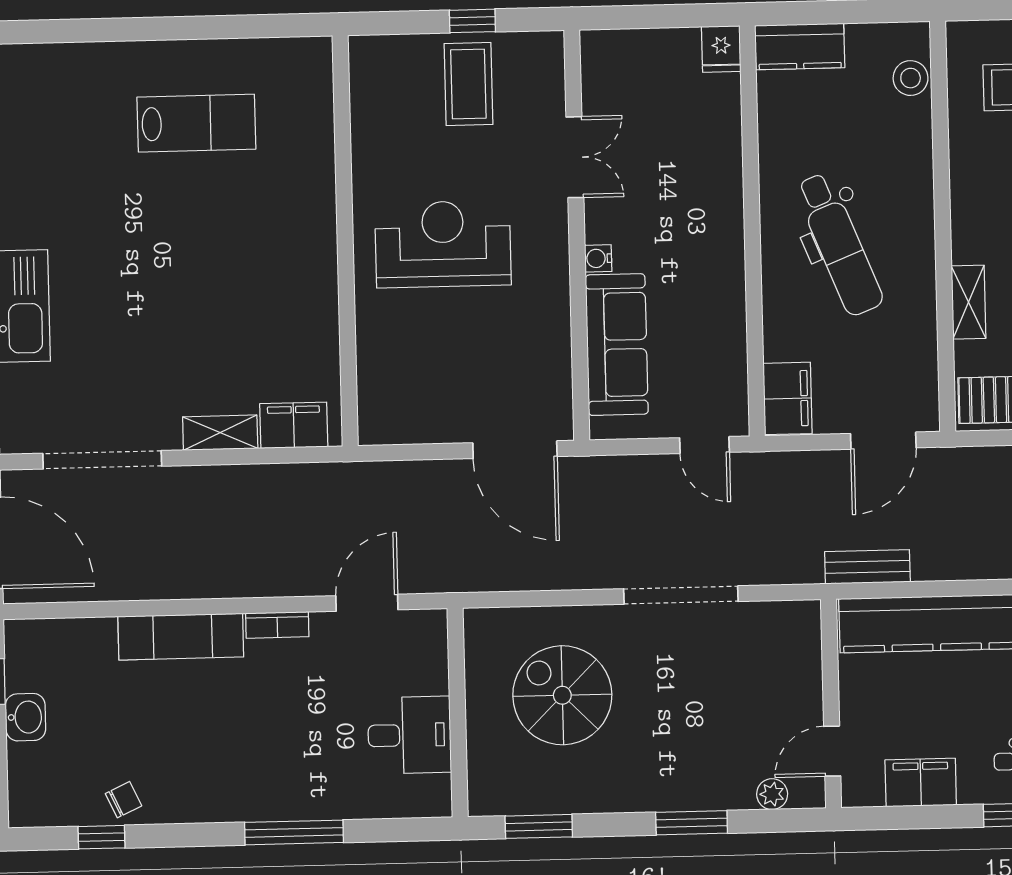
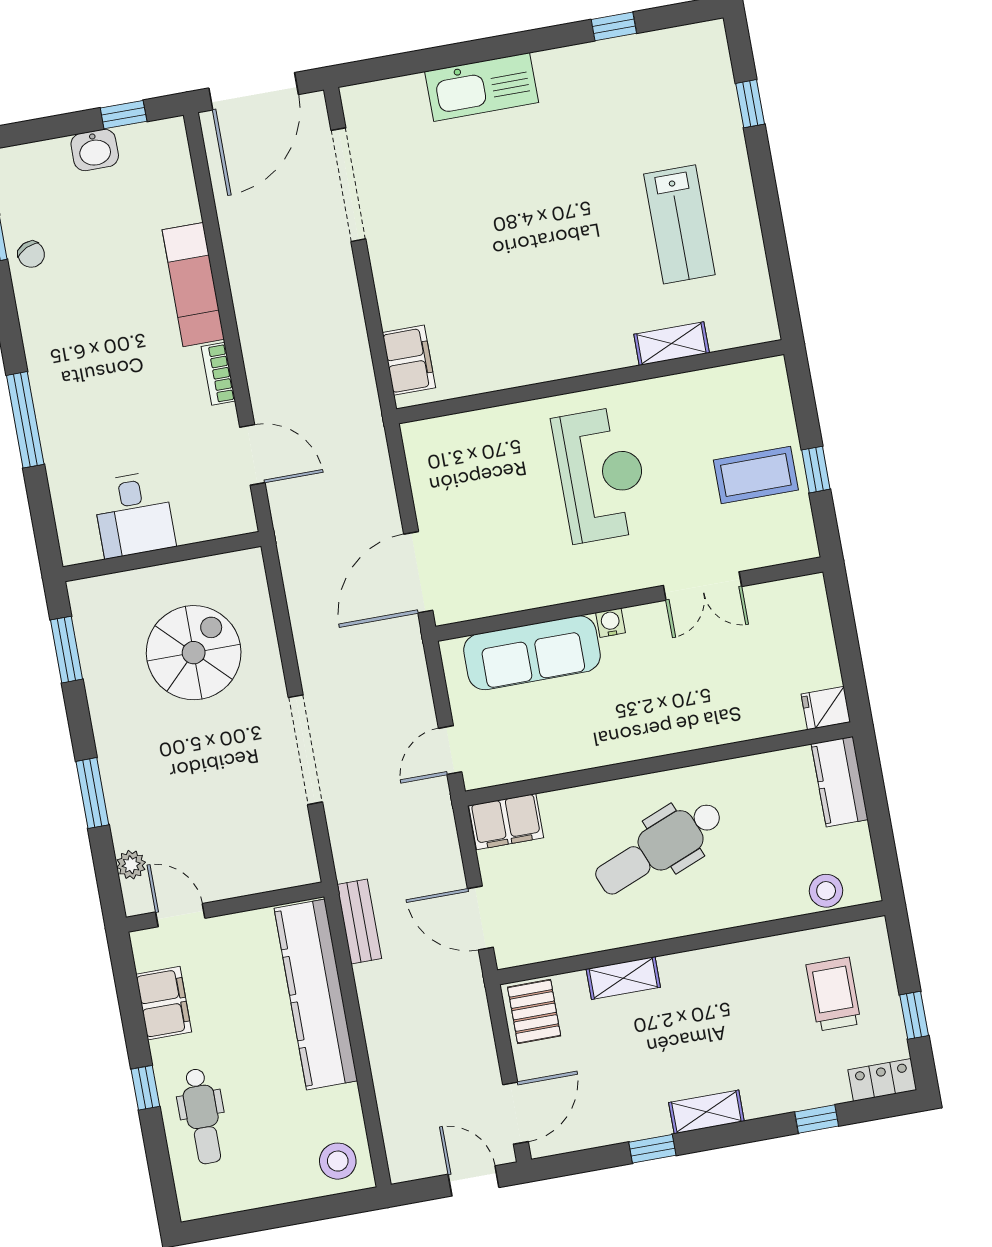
window: (83, 31) -> (750, 104), added
shelving: (220, 433) -> (672, 344), moved, turned 90

